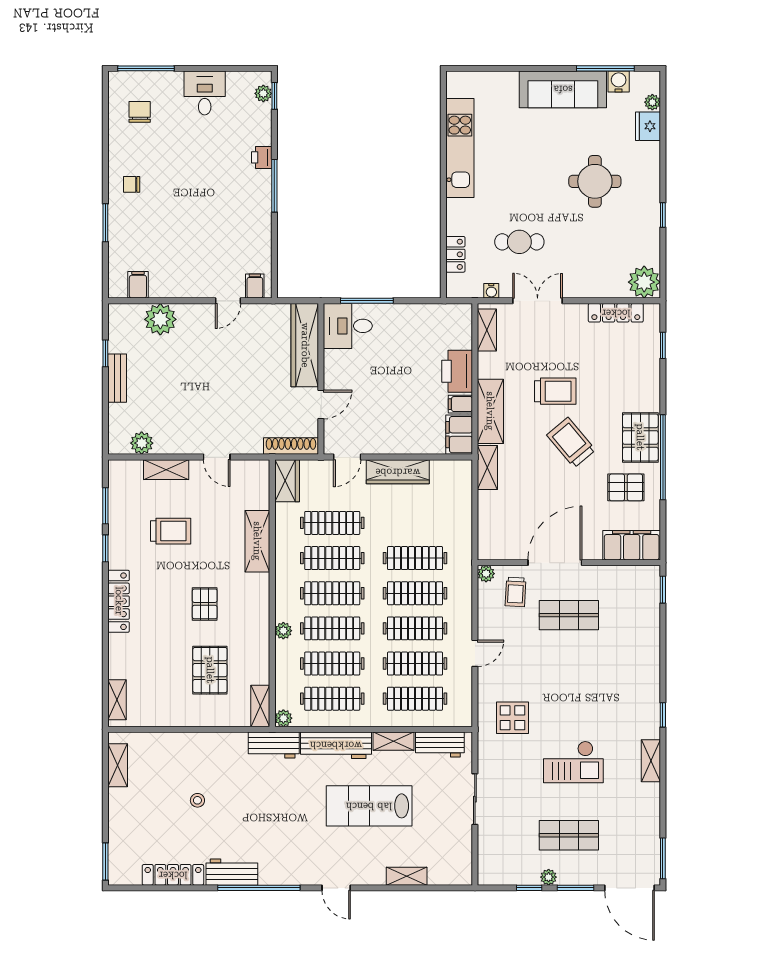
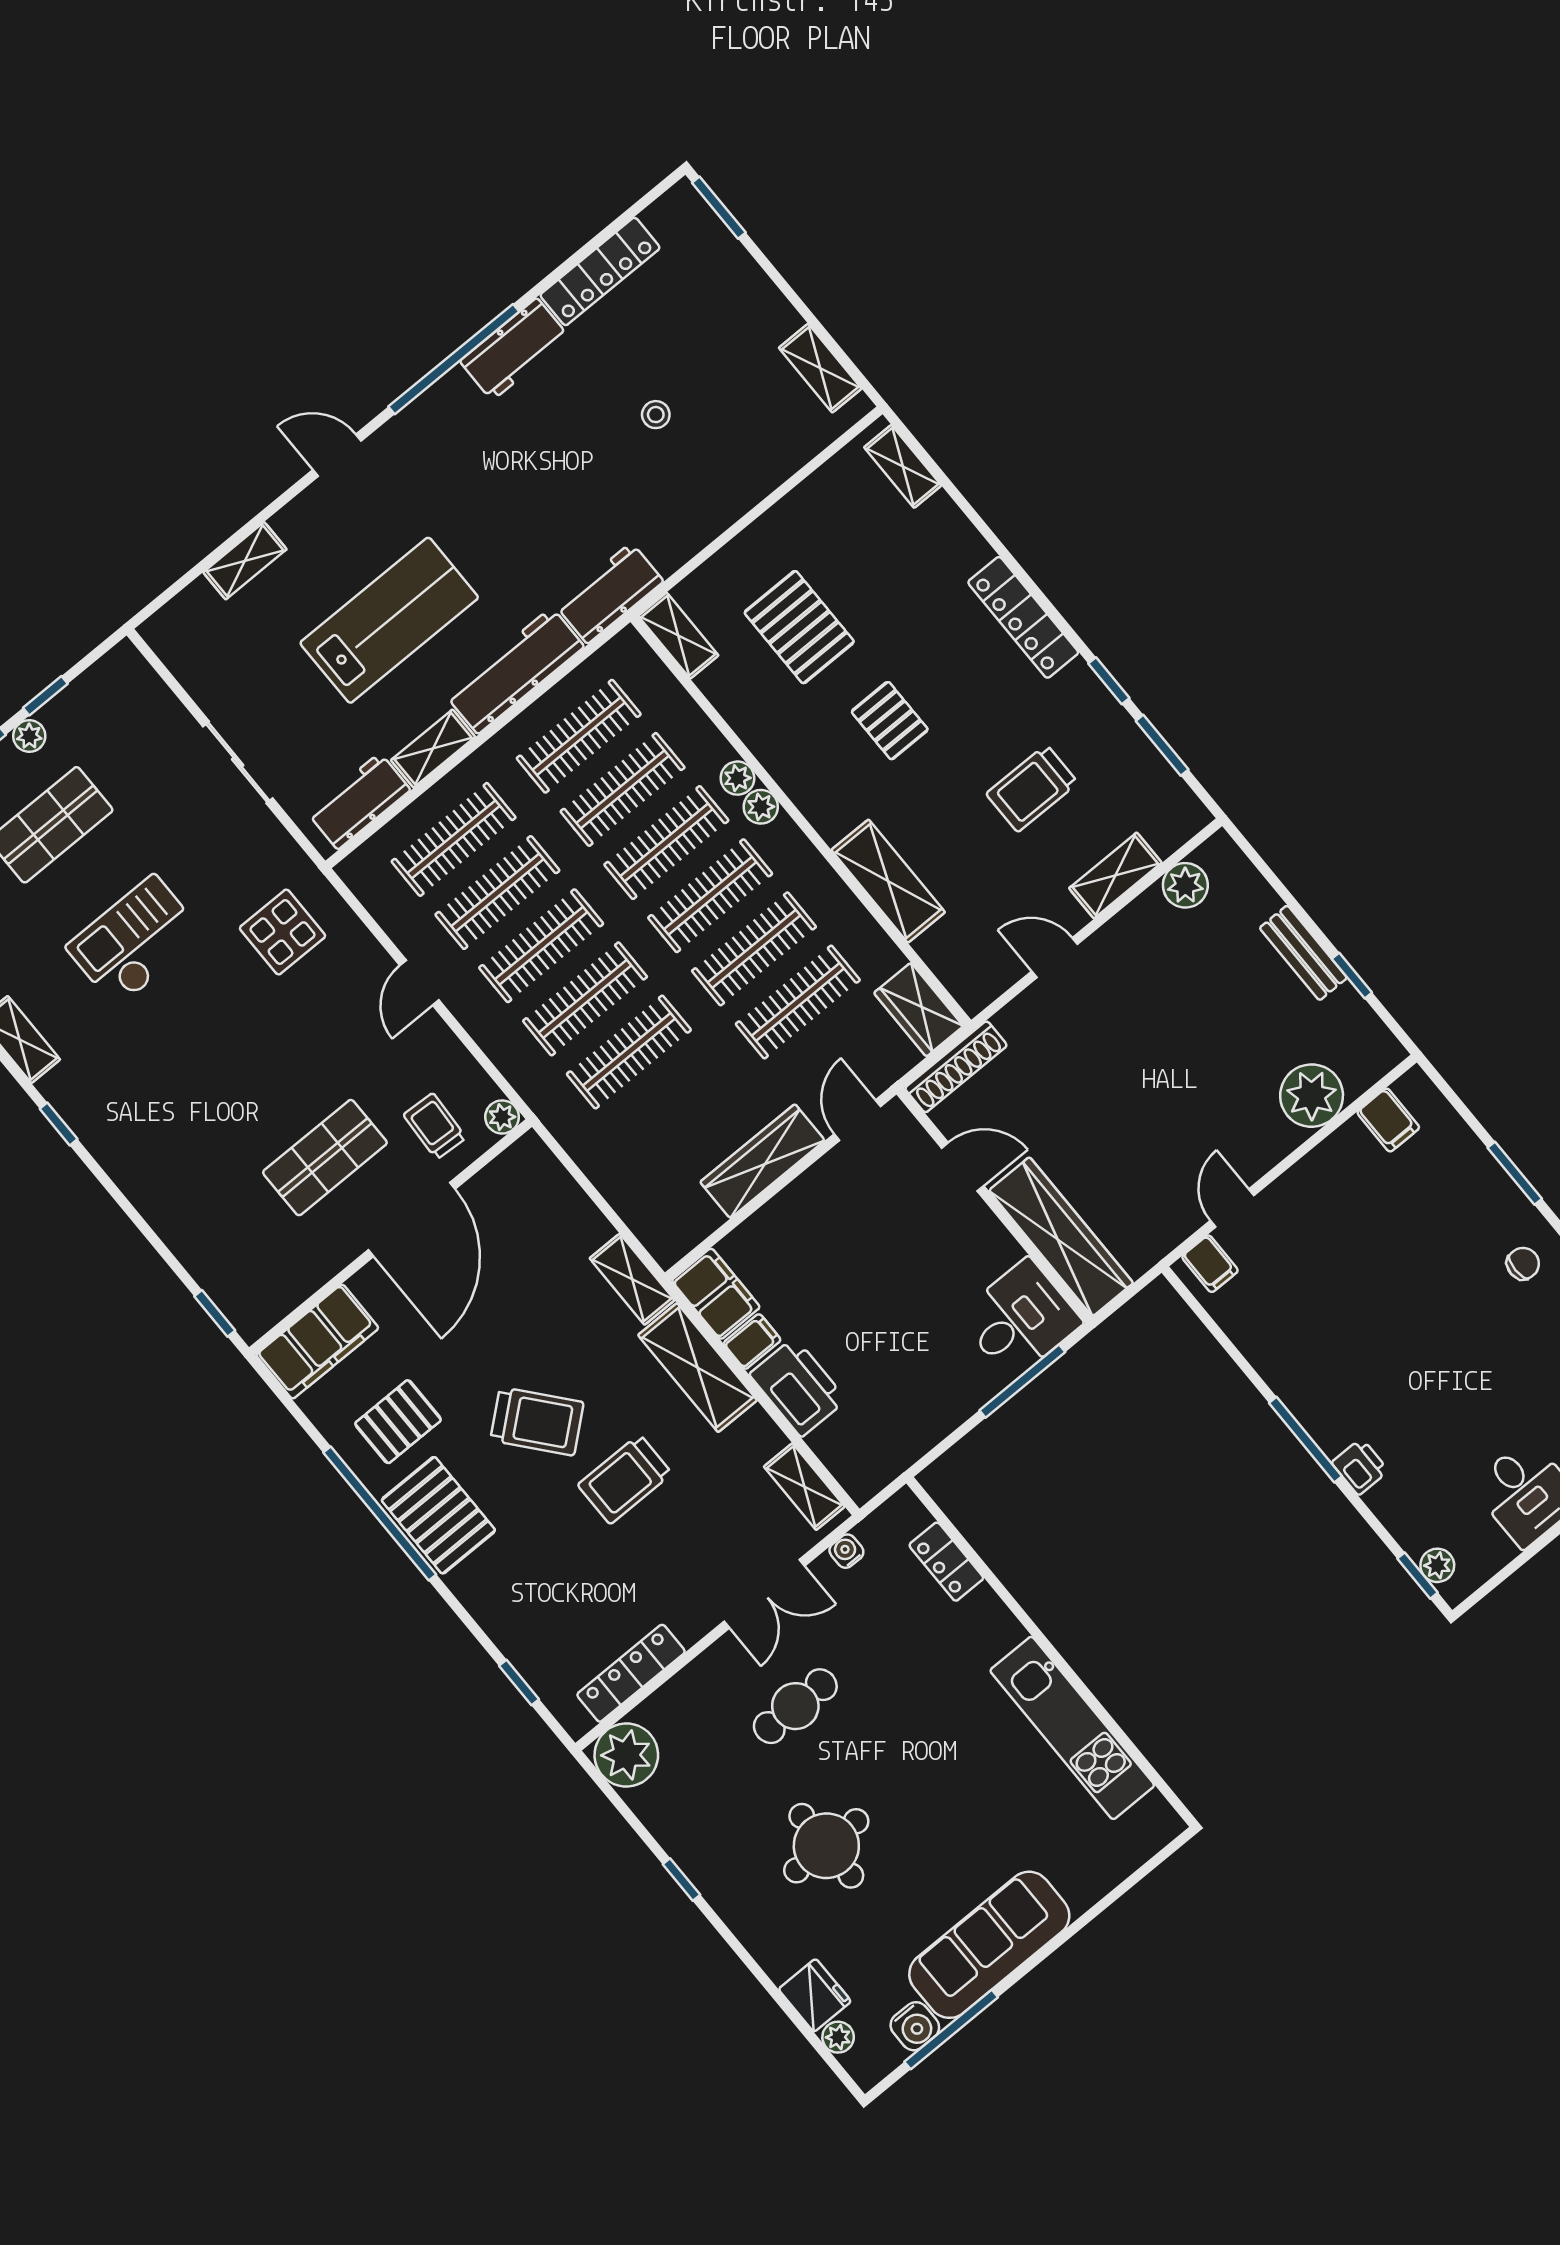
cafe table: (519, 242) -> (795, 1706), moved
door: (321, 404) -> (963, 1167), swing flipped
plant: (283, 718) -> (761, 807), moved

